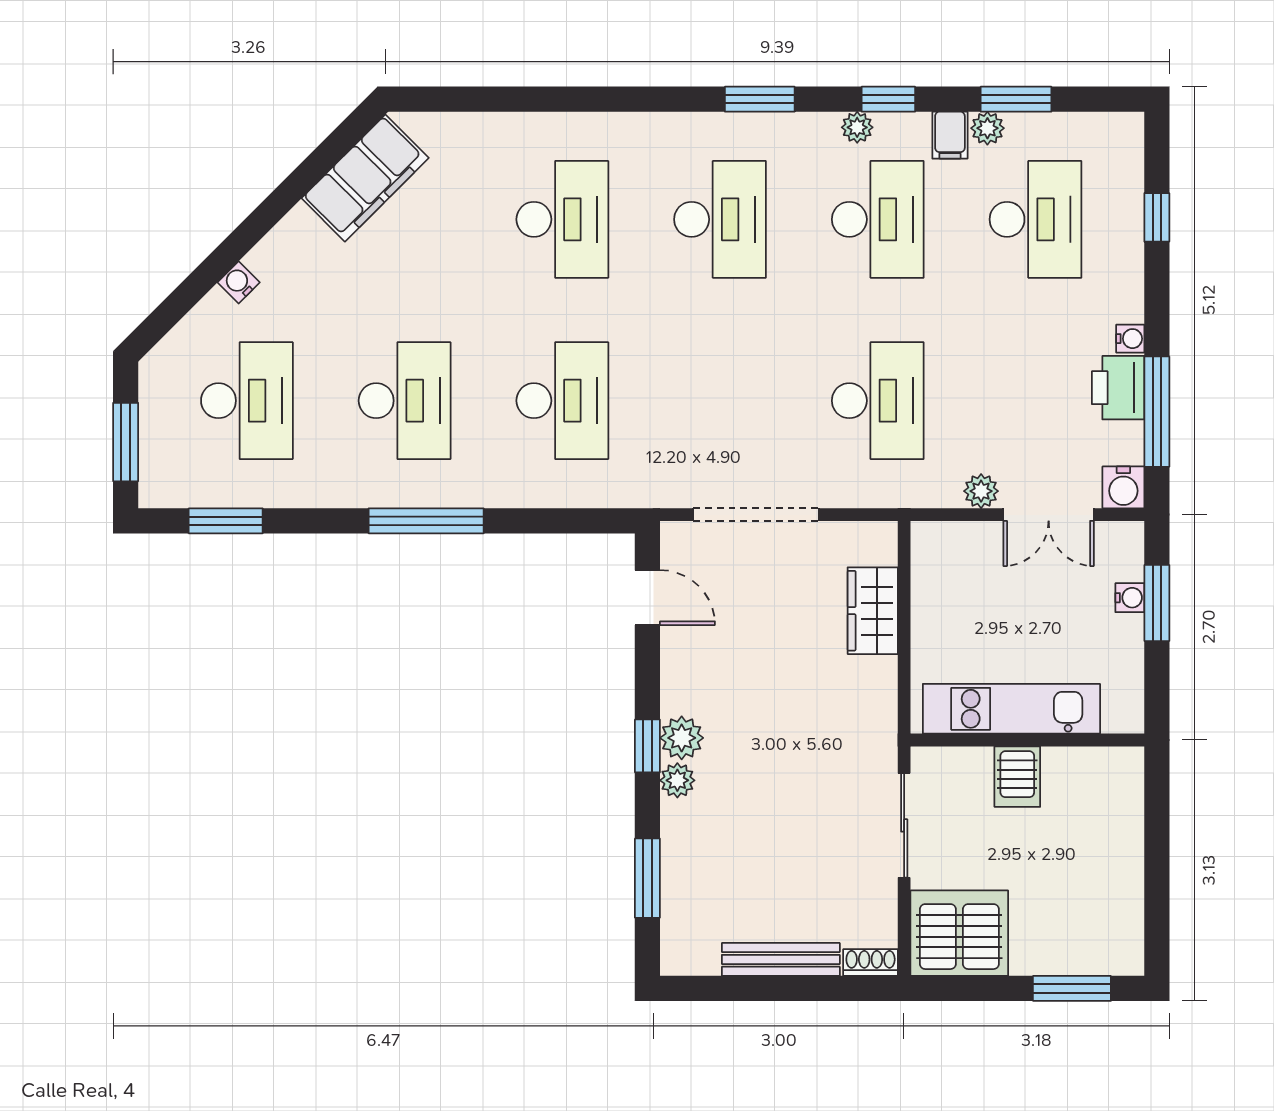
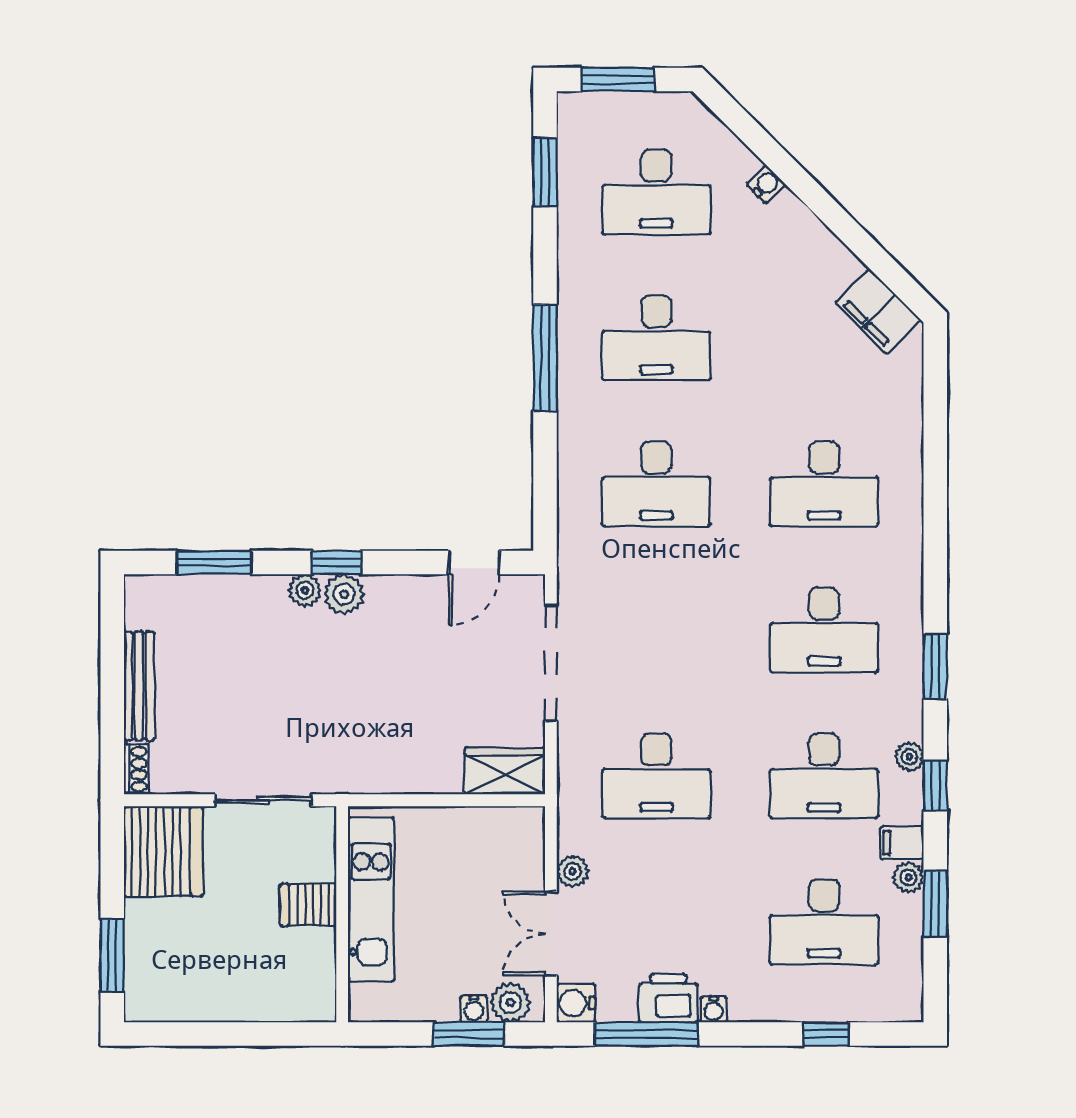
filing cabinet: (365, 178) -> (878, 311), width x0.67, depth x0.86
plant: (1123, 558) -> (510, 1002), added
wardrobe: (873, 611) -> (505, 771), moved

